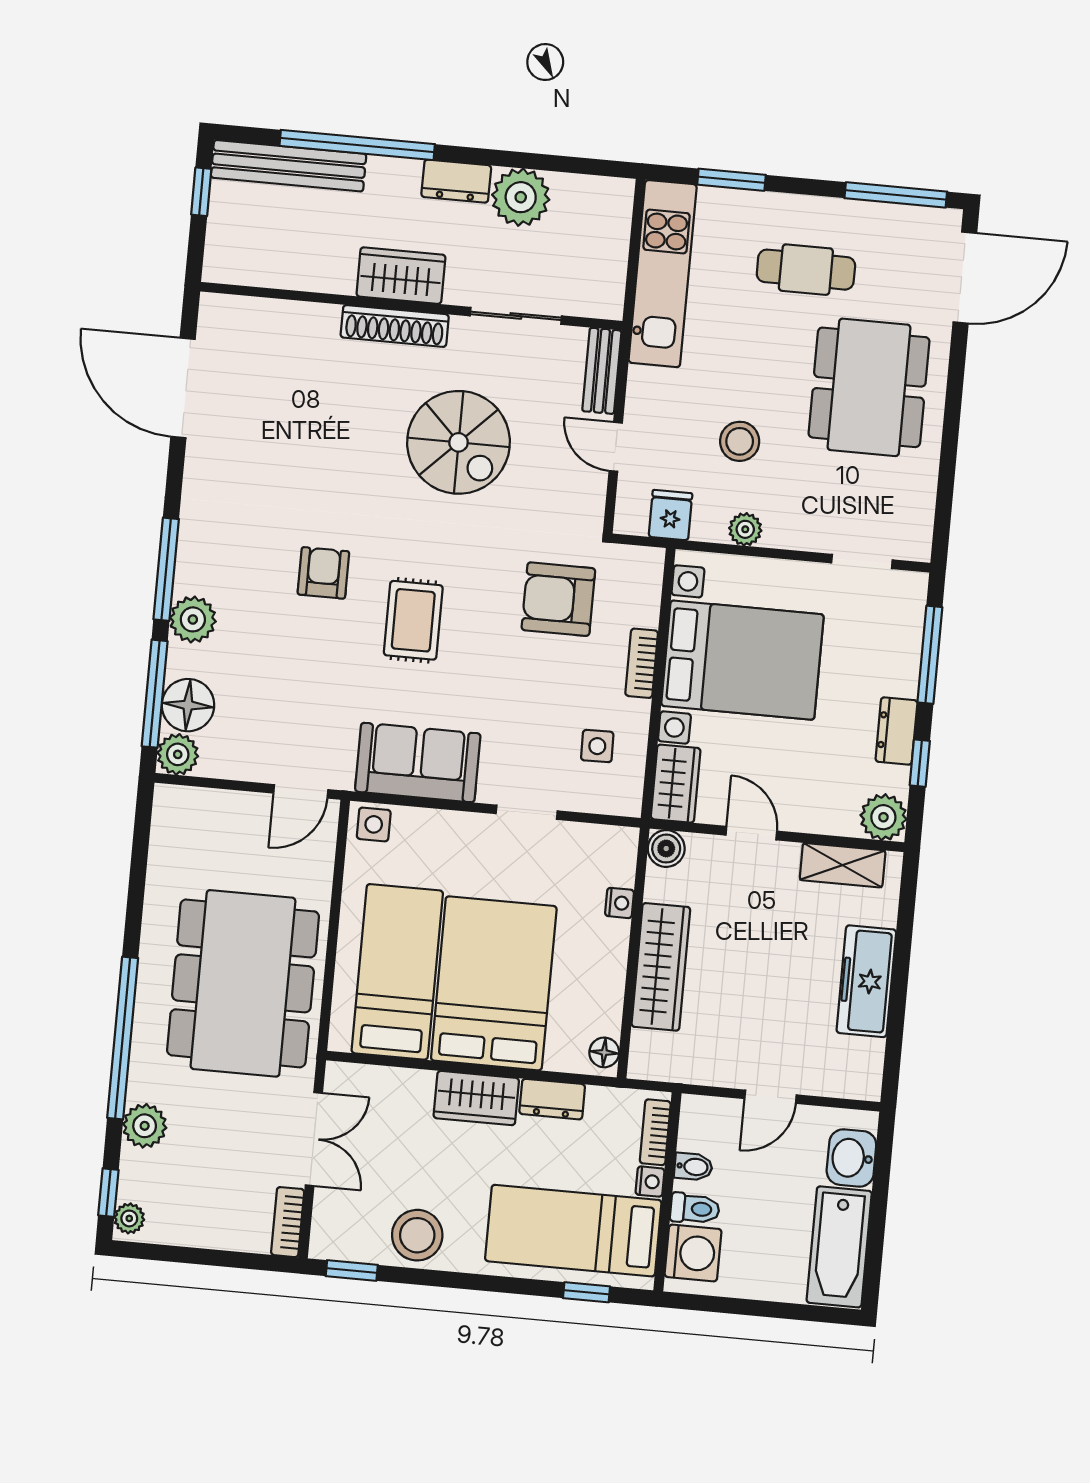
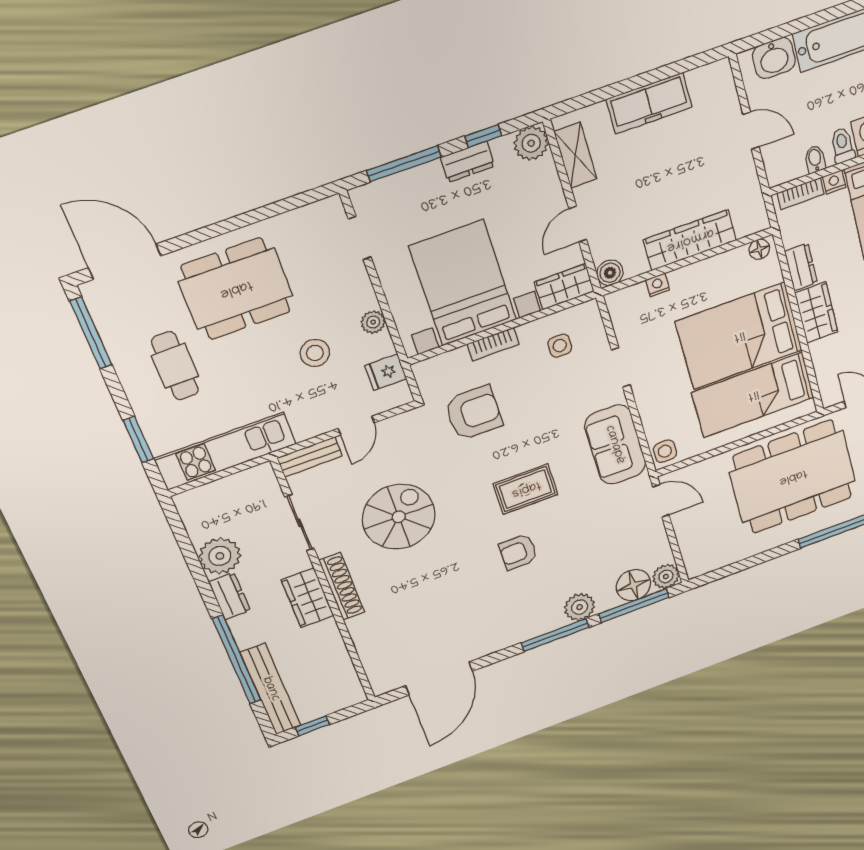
armchair: (558, 599) -> (473, 413), turned -90

